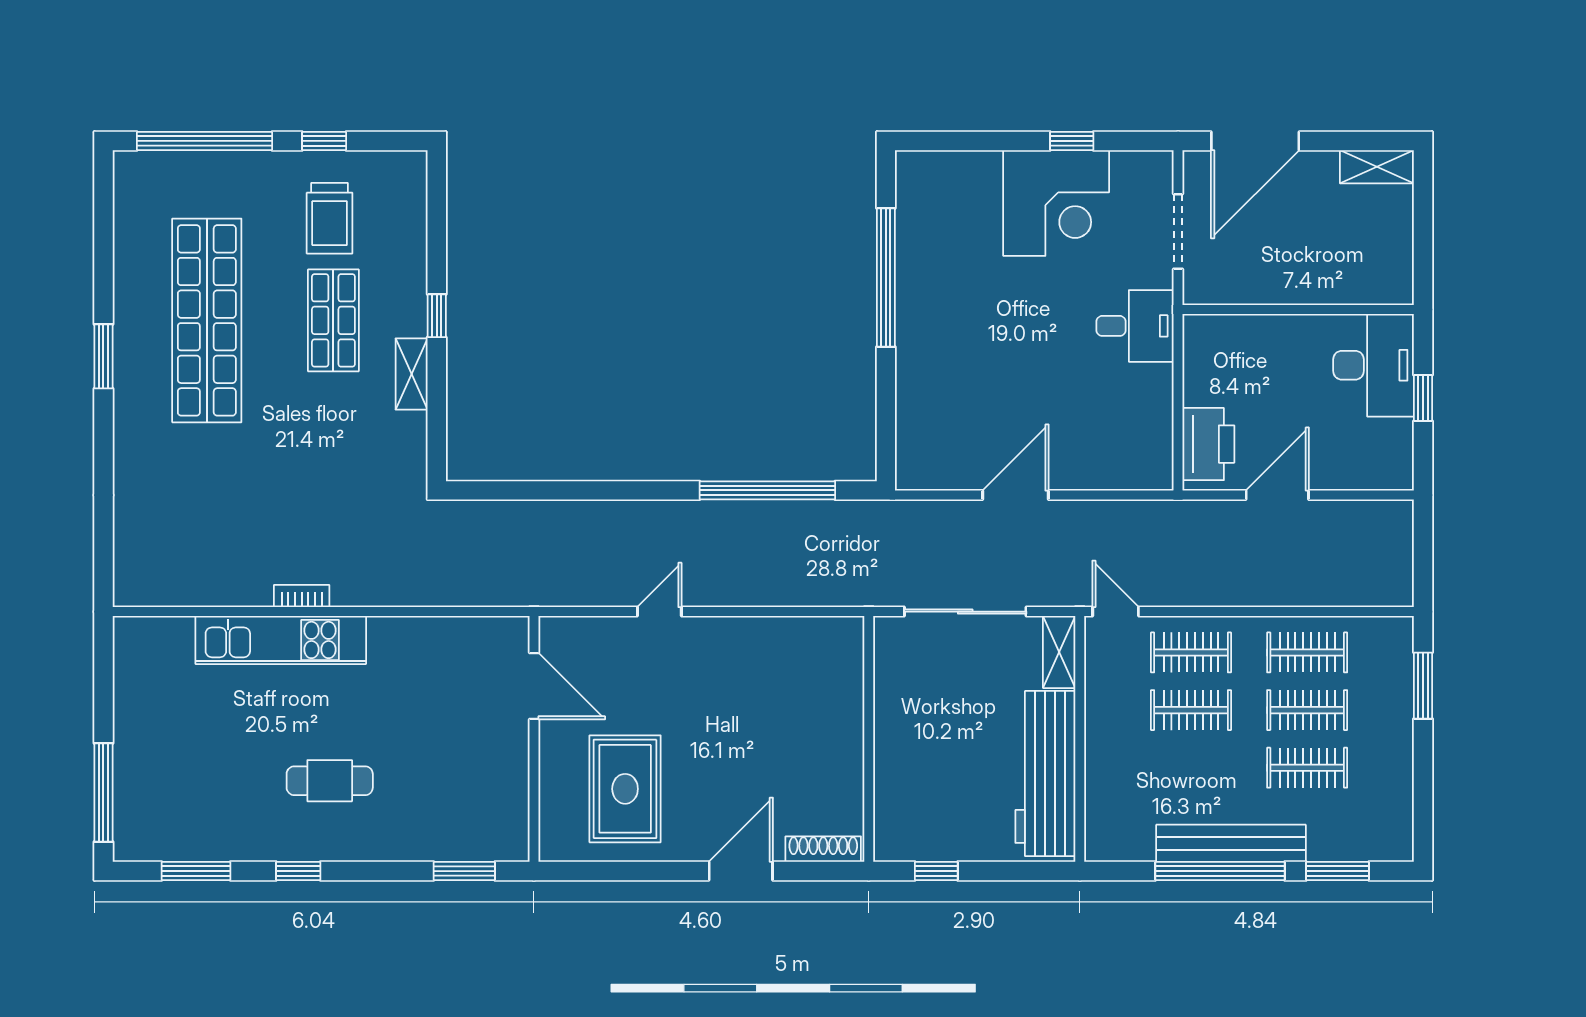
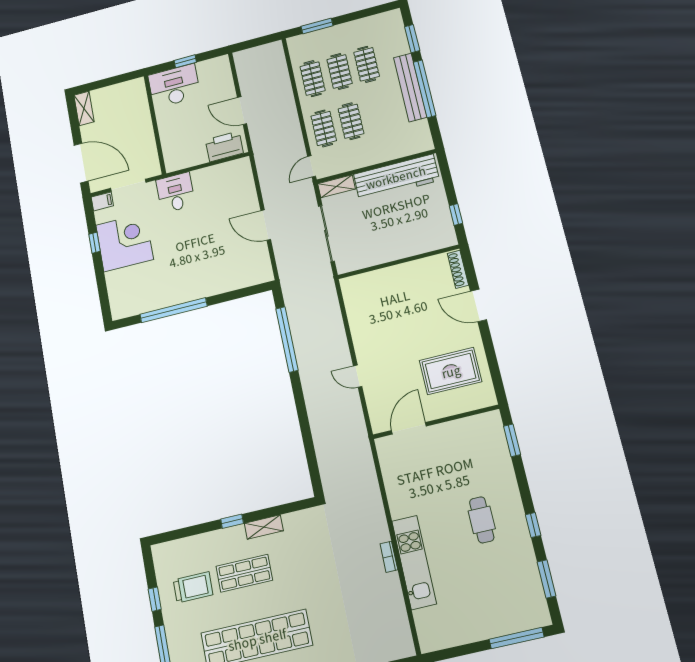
filing cabinet: (1158, 172) -> (102, 201), added

